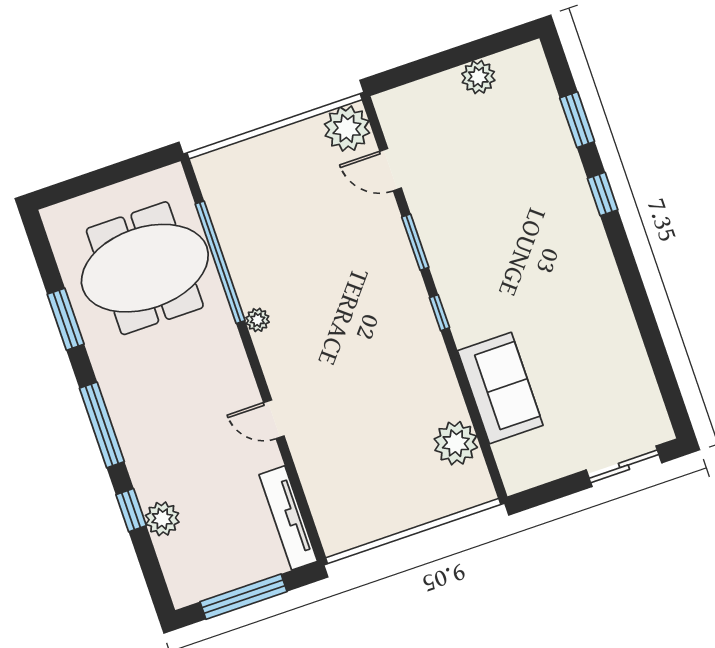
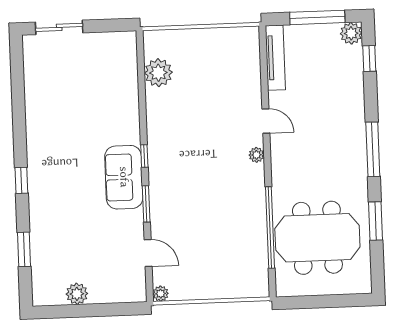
plant: (347, 128) -> (161, 294), width x0.53, depth x0.53
window: (603, 194) -> (21, 180), moved
plant: (258, 320) -> (256, 155), moved
sofa: (500, 388) -> (124, 177), moved
window: (131, 510) -> (369, 58), moved
plant: (162, 519) -> (351, 33), moved

